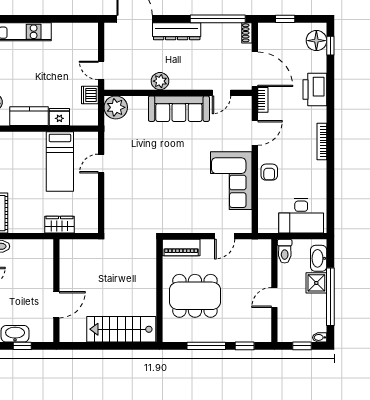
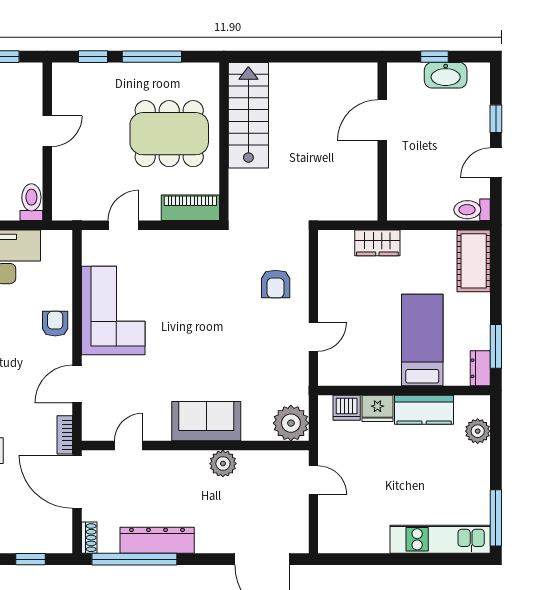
dresser: (177, 31) -> (157, 540), moved
dishwasher: (90, 95) -> (347, 408), moved, turned 90
sofa: (179, 109) -> (206, 421), width x0.73
bed: (60, 161) -> (422, 340), moved
armchair: (126, 198) -> (276, 284), added
stairs: (121, 329) -> (248, 115), moved, turned -90

